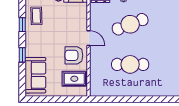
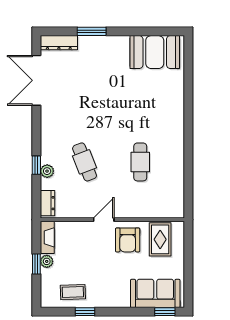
cafe table: (130, 24) -> (85, 162), width x0.73, depth x0.74
window: (22, 55) -> (165, 312), moved
cafe table: (130, 64) -> (140, 162), width x0.73, depth x0.74

